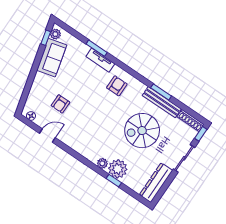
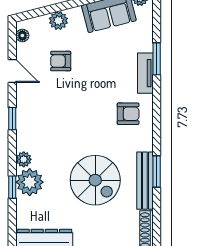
plant: (36, 89) -> (58, 21), added
spiral stairs: (142, 131) -> (95, 180), turned 180
window: (75, 154) -> (12, 119), added

